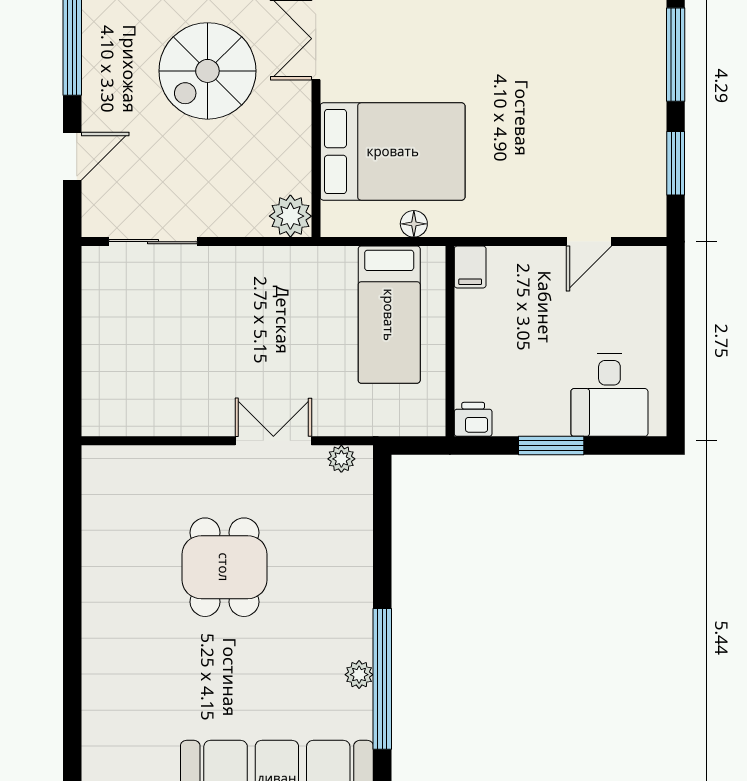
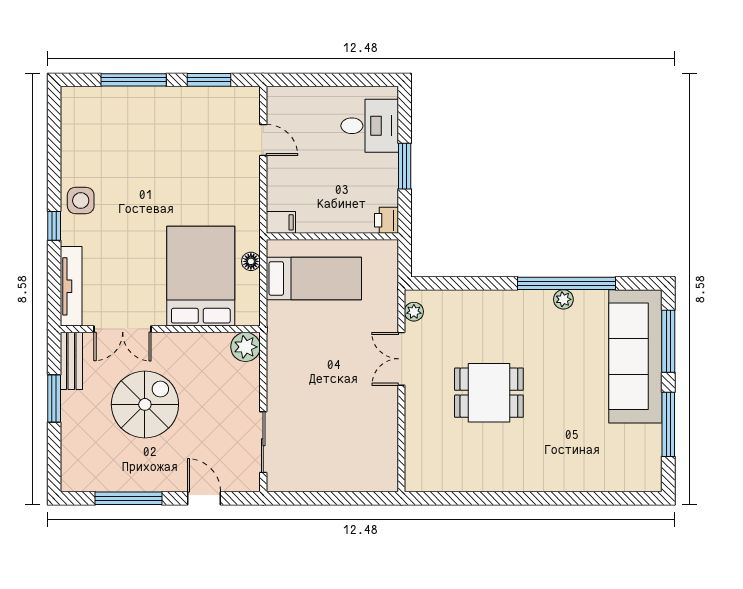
spiral stairs: (207, 71) -> (145, 404), turned -90

